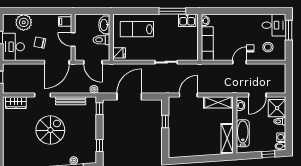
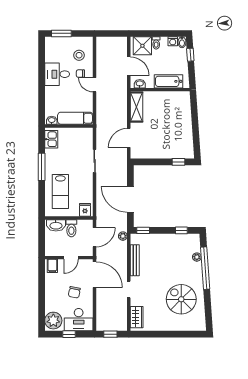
window: (172, 11) -> (42, 167), moved
plant: (24, 22) -> (53, 321), moved
desk: (274, 25) -> (57, 74), moved, turned -90
door: (188, 95) -> (129, 138), hinge flipped
window: (165, 121) -> (179, 162), moved
spiral stairs: (50, 130) -> (181, 299), moved
shelving: (227, 138) -> (174, 97), removed

